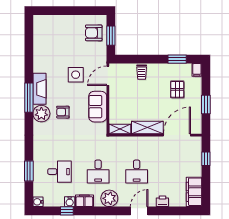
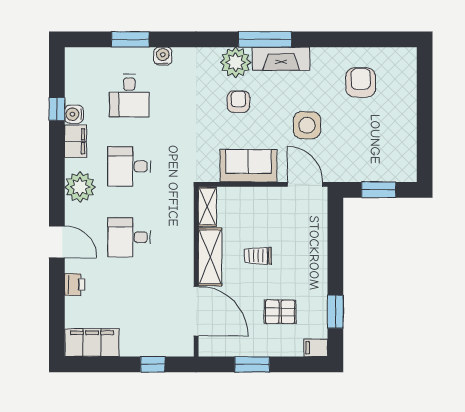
armchair: (94, 33) -> (361, 82), moved
trolley: (142, 72) -> (258, 256), moved
water cooler: (38, 202) -> (163, 56), moved

